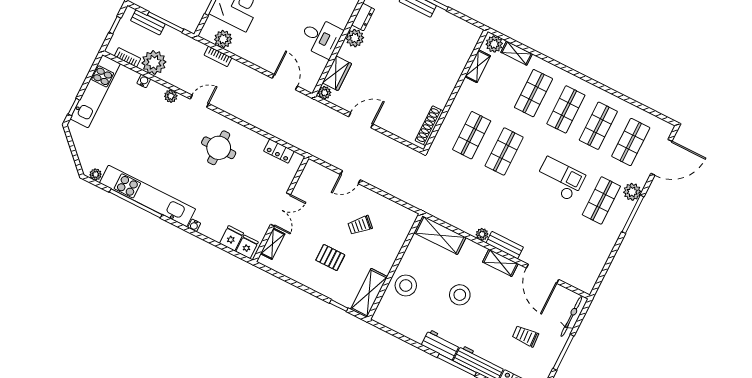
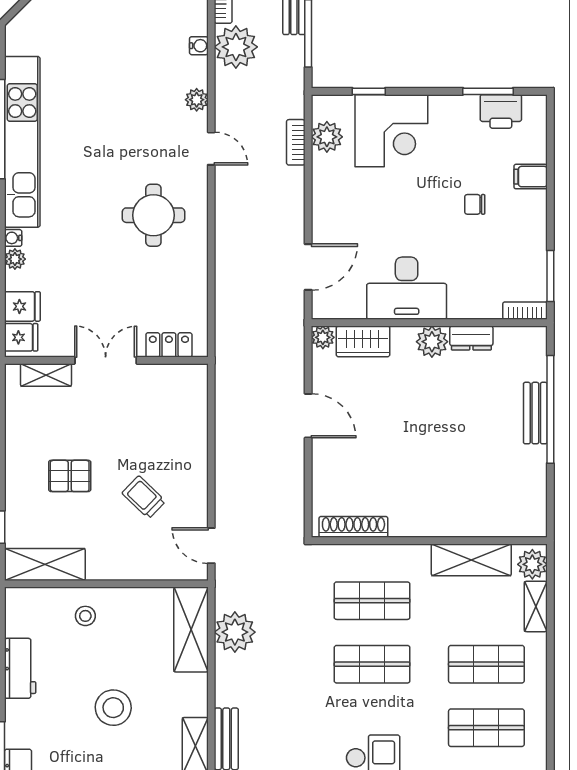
desk: (321, 37) -> (407, 288), width x1.37
shelving: (478, 66) -> (471, 560), width x1.50, depth x1.33
locker: (279, 151) -> (169, 345), moved, turned 90
plant: (96, 174) -> (15, 259), moved
door: (350, 177) -> (211, 546), moved
double door: (281, 210) -> (106, 360), swing flipped
plant: (482, 234) -> (235, 632), moved, width x1.88, depth x1.88
pallet: (330, 258) -> (70, 476), turned 90
stool: (406, 285) -> (85, 616), width x0.53, depth x0.53
workbench: (441, 345) -> (20, 668), moved

